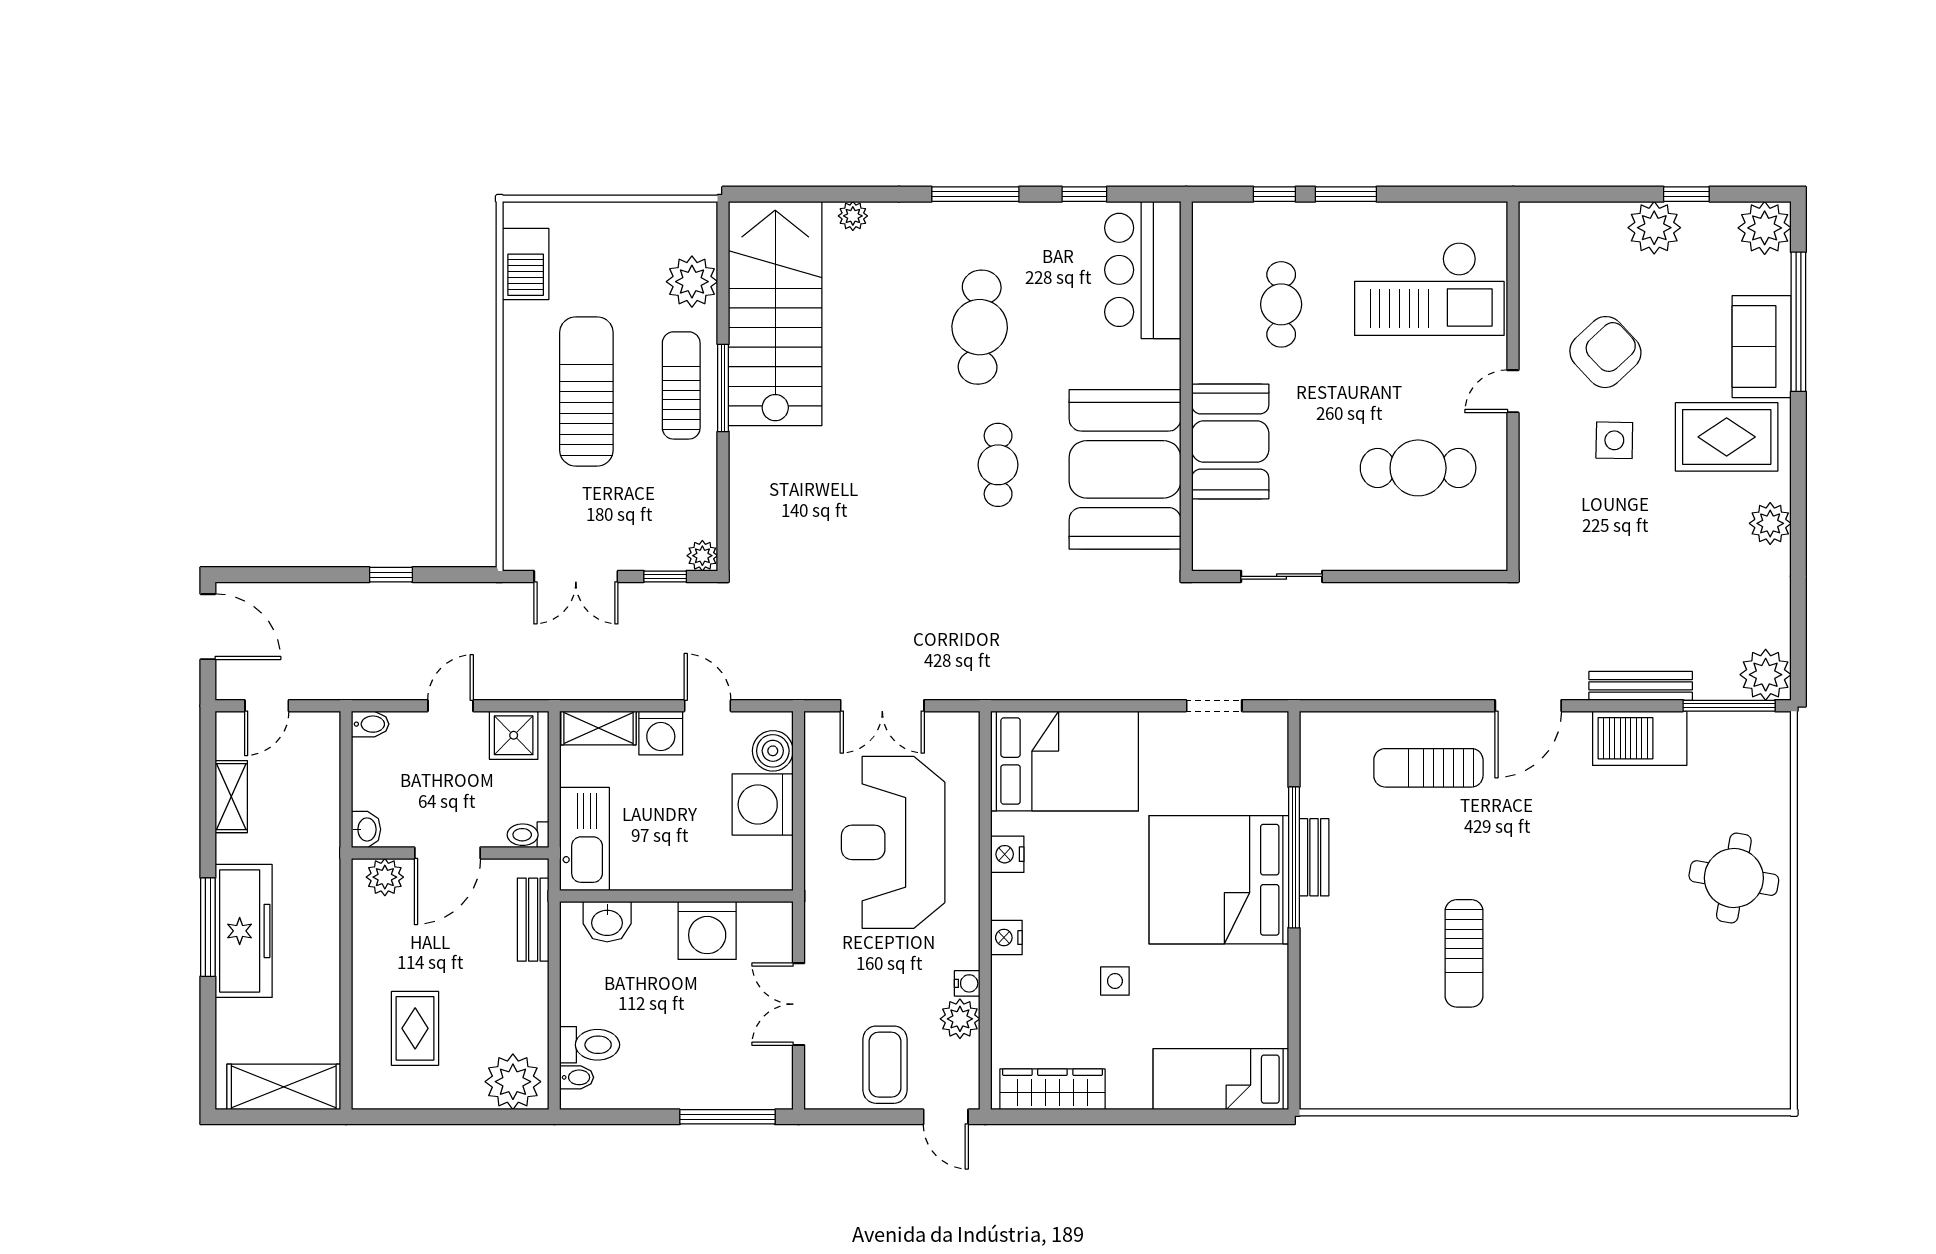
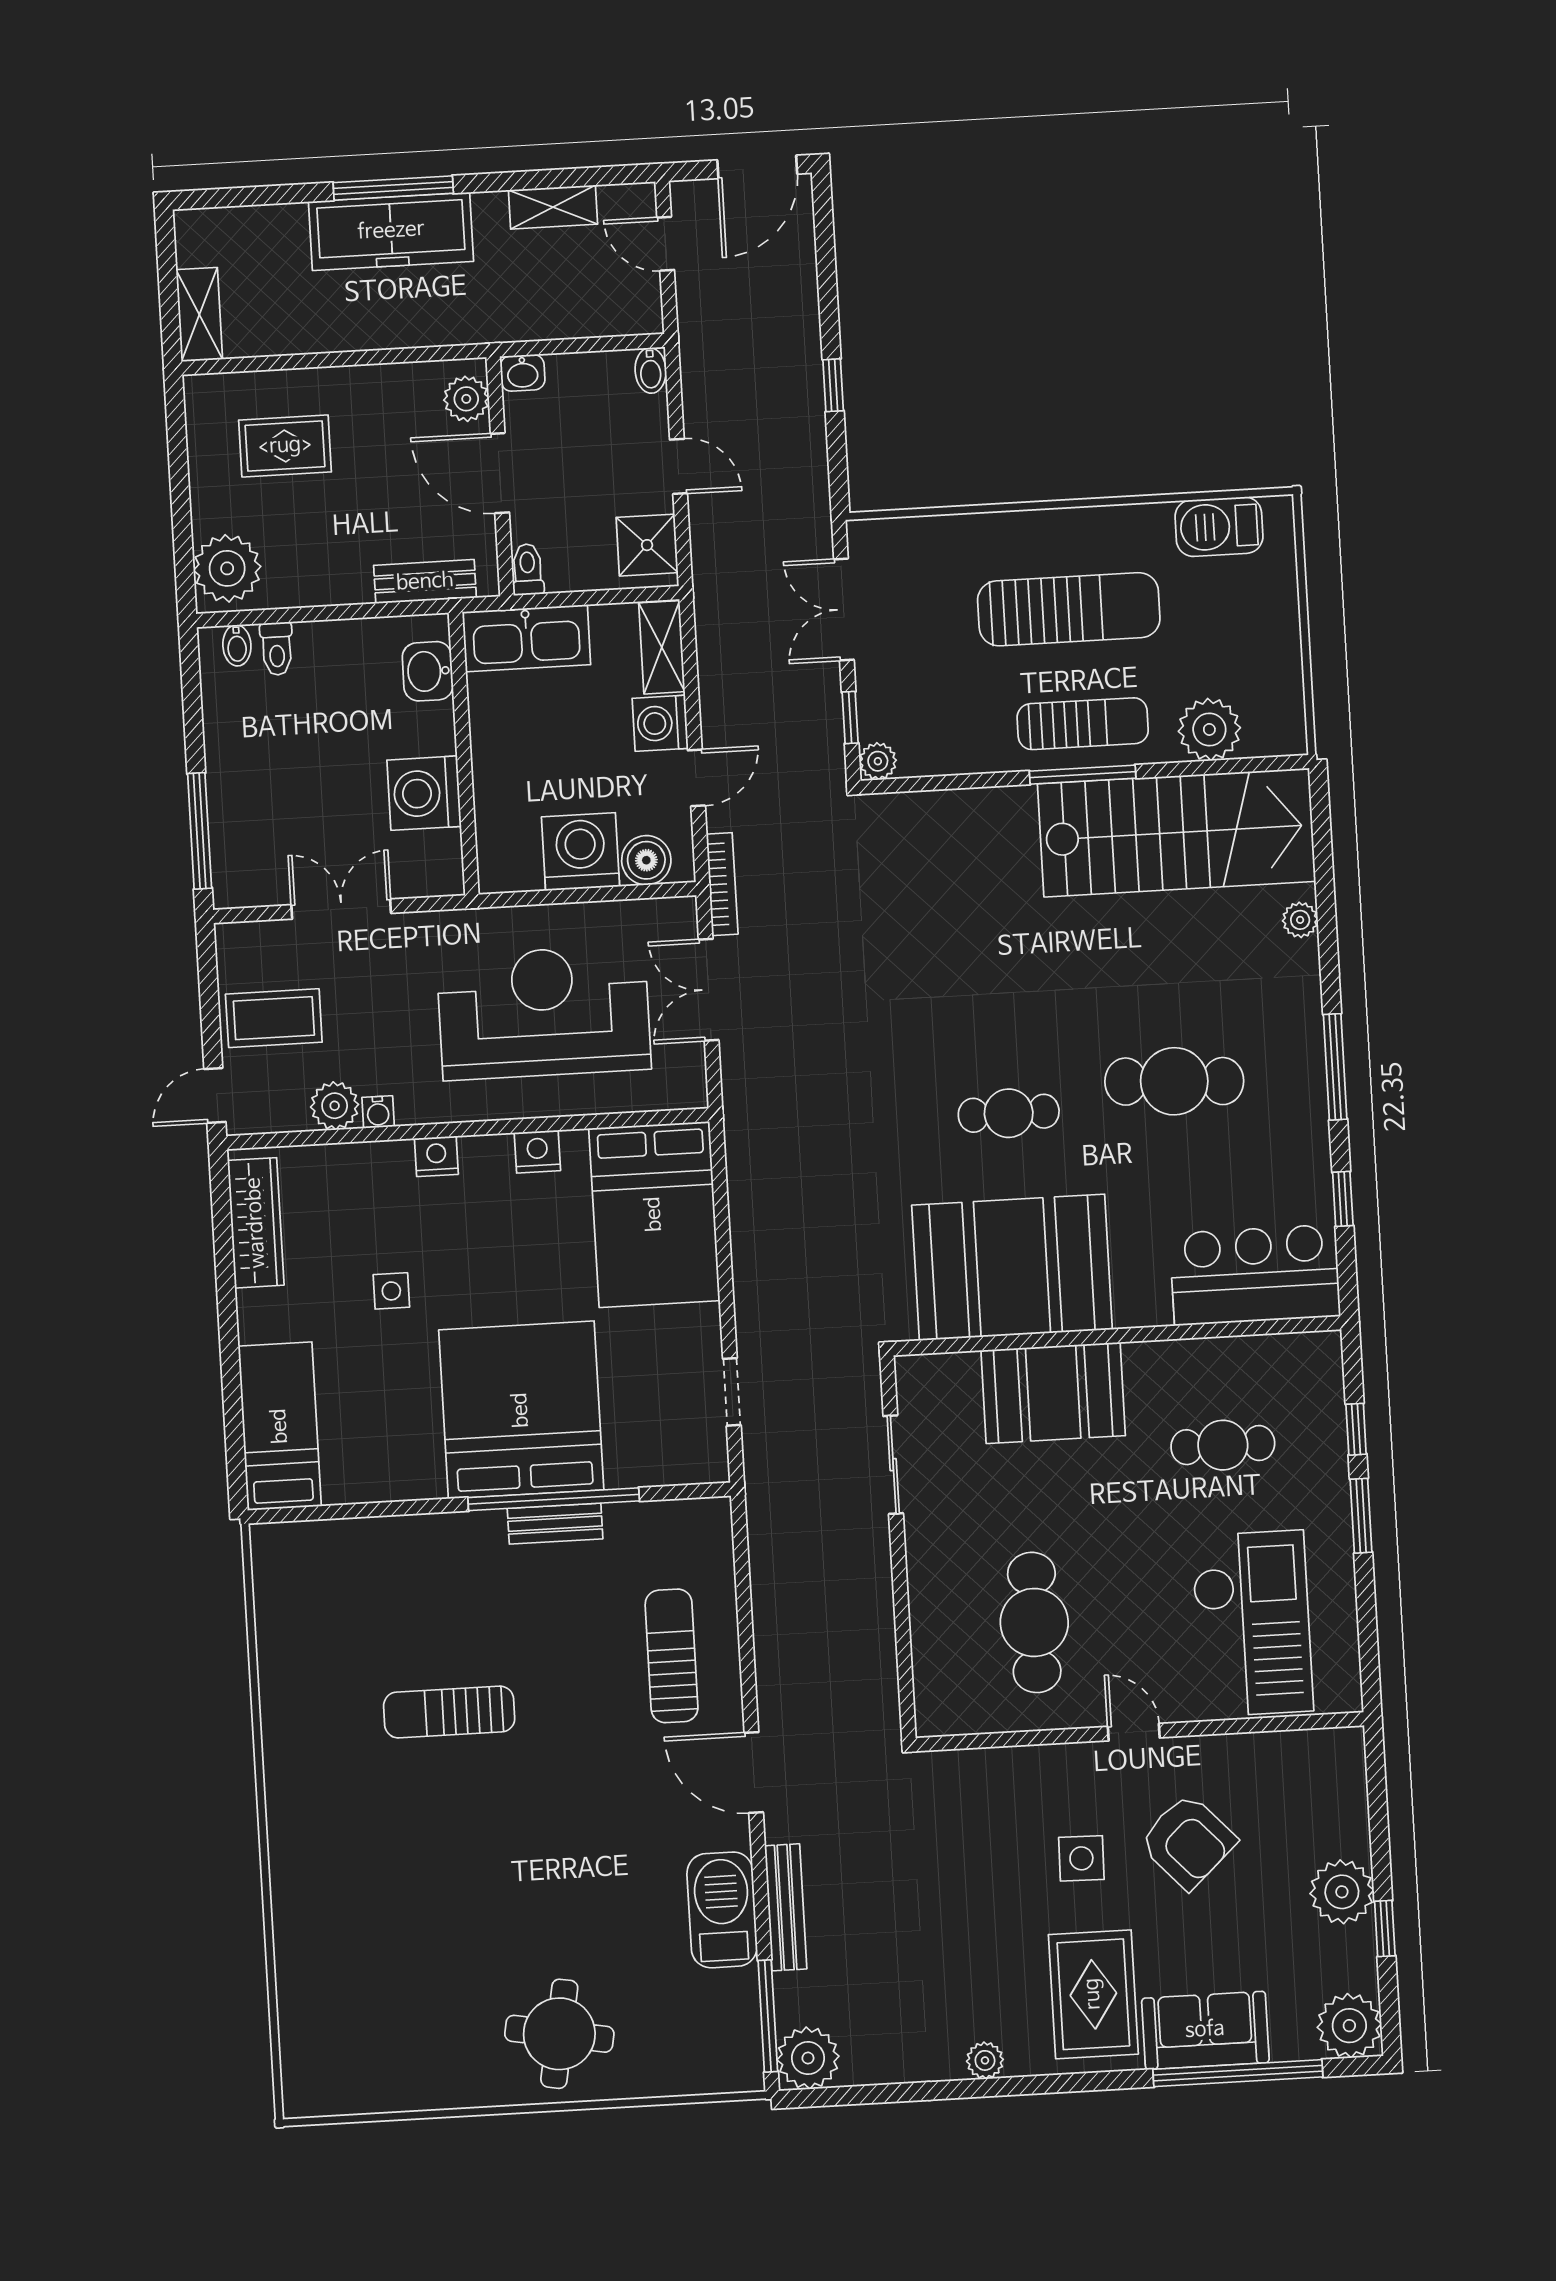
checkout: (1429, 289) -> (1252, 1624), turned 180
plant: (1770, 523) -> (985, 2060), width x0.73, depth x0.73
bookcase: (796, 690) -> (722, 884), added
toilet: (590, 1045) -> (277, 649), width x0.73, depth x0.72
shelving: (284, 1087) -> (199, 315), width x0.67, depth x0.75

